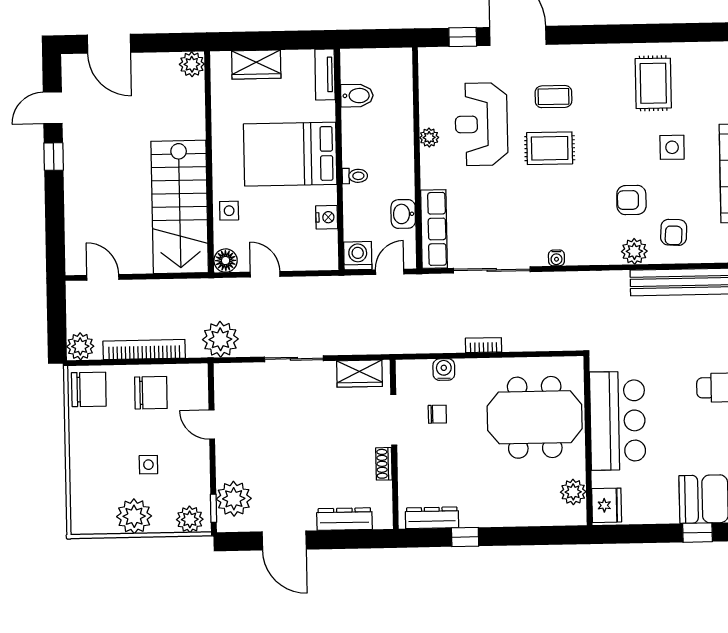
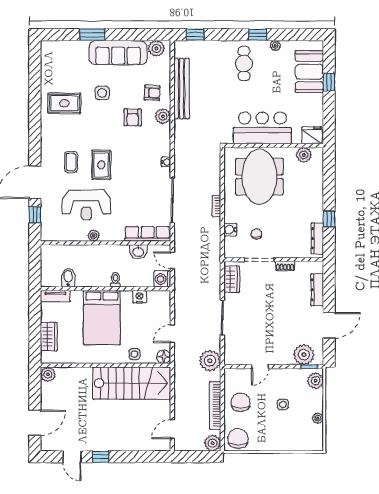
plant: (134, 516) -> (318, 418), width x0.53, depth x0.53

